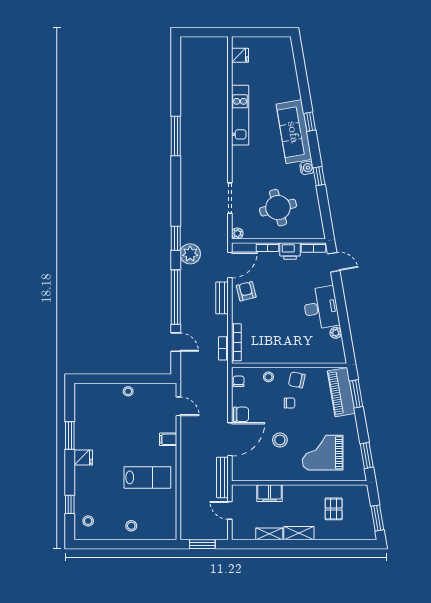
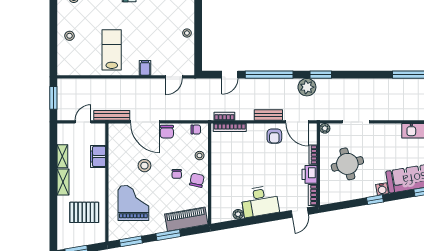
armchair: (246, 291) -> (274, 136), turned 104
window: (356, 394) -> (168, 235), moved
lab bench: (147, 477) -> (112, 50), turned 180
pallet: (334, 509) -> (84, 212), width x1.50, depth x1.42

